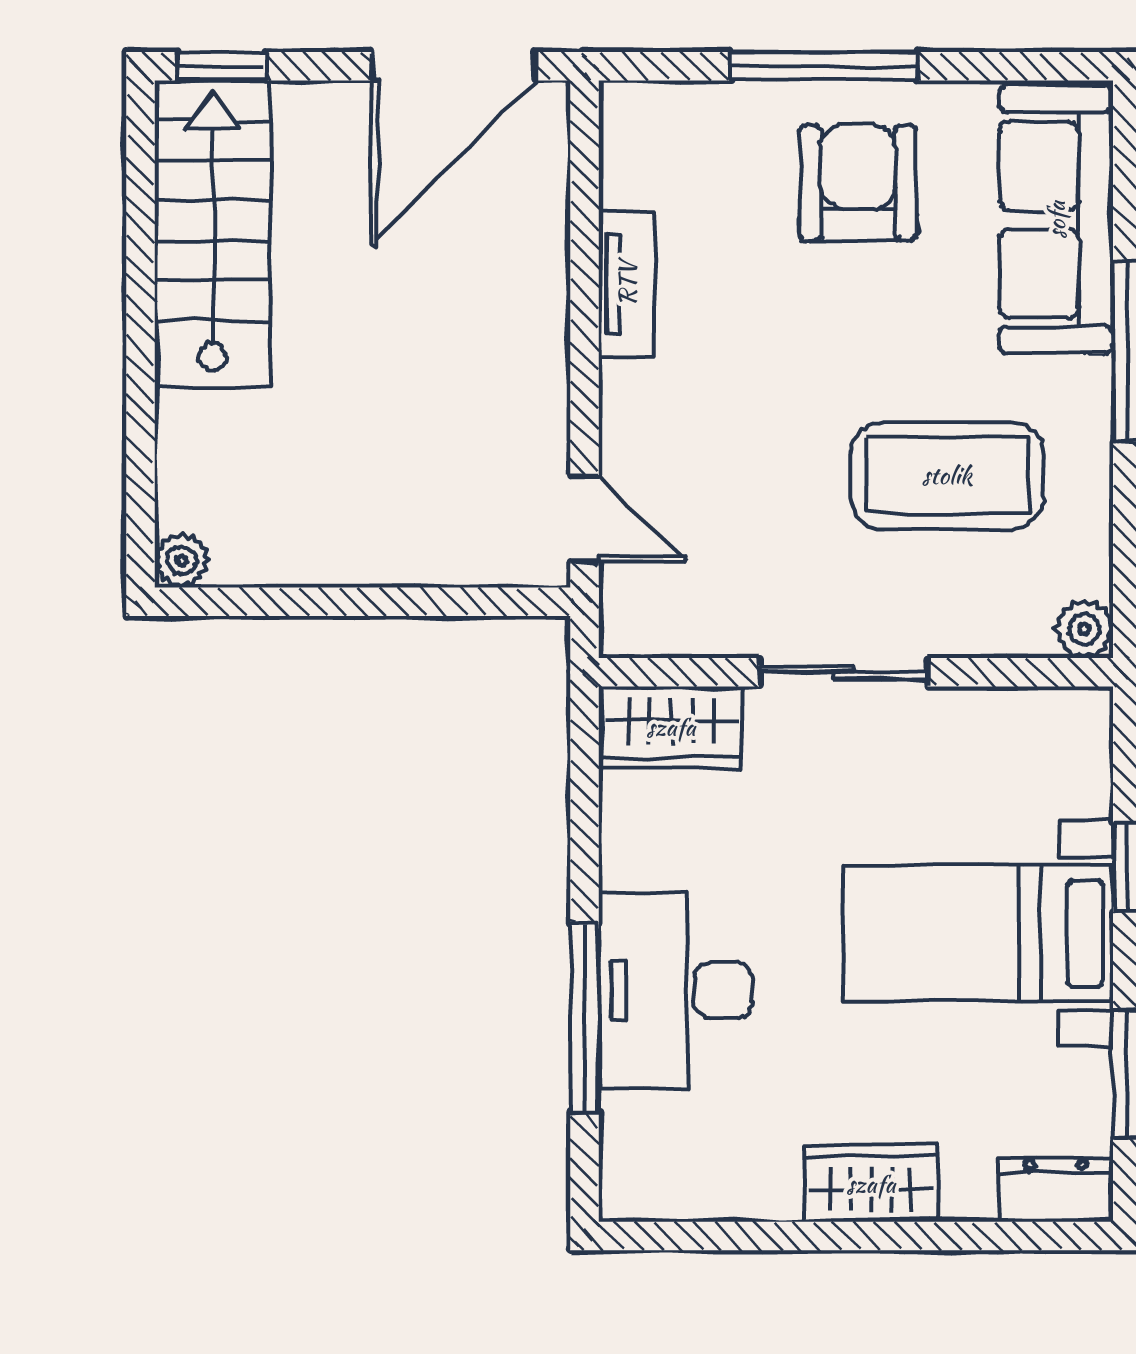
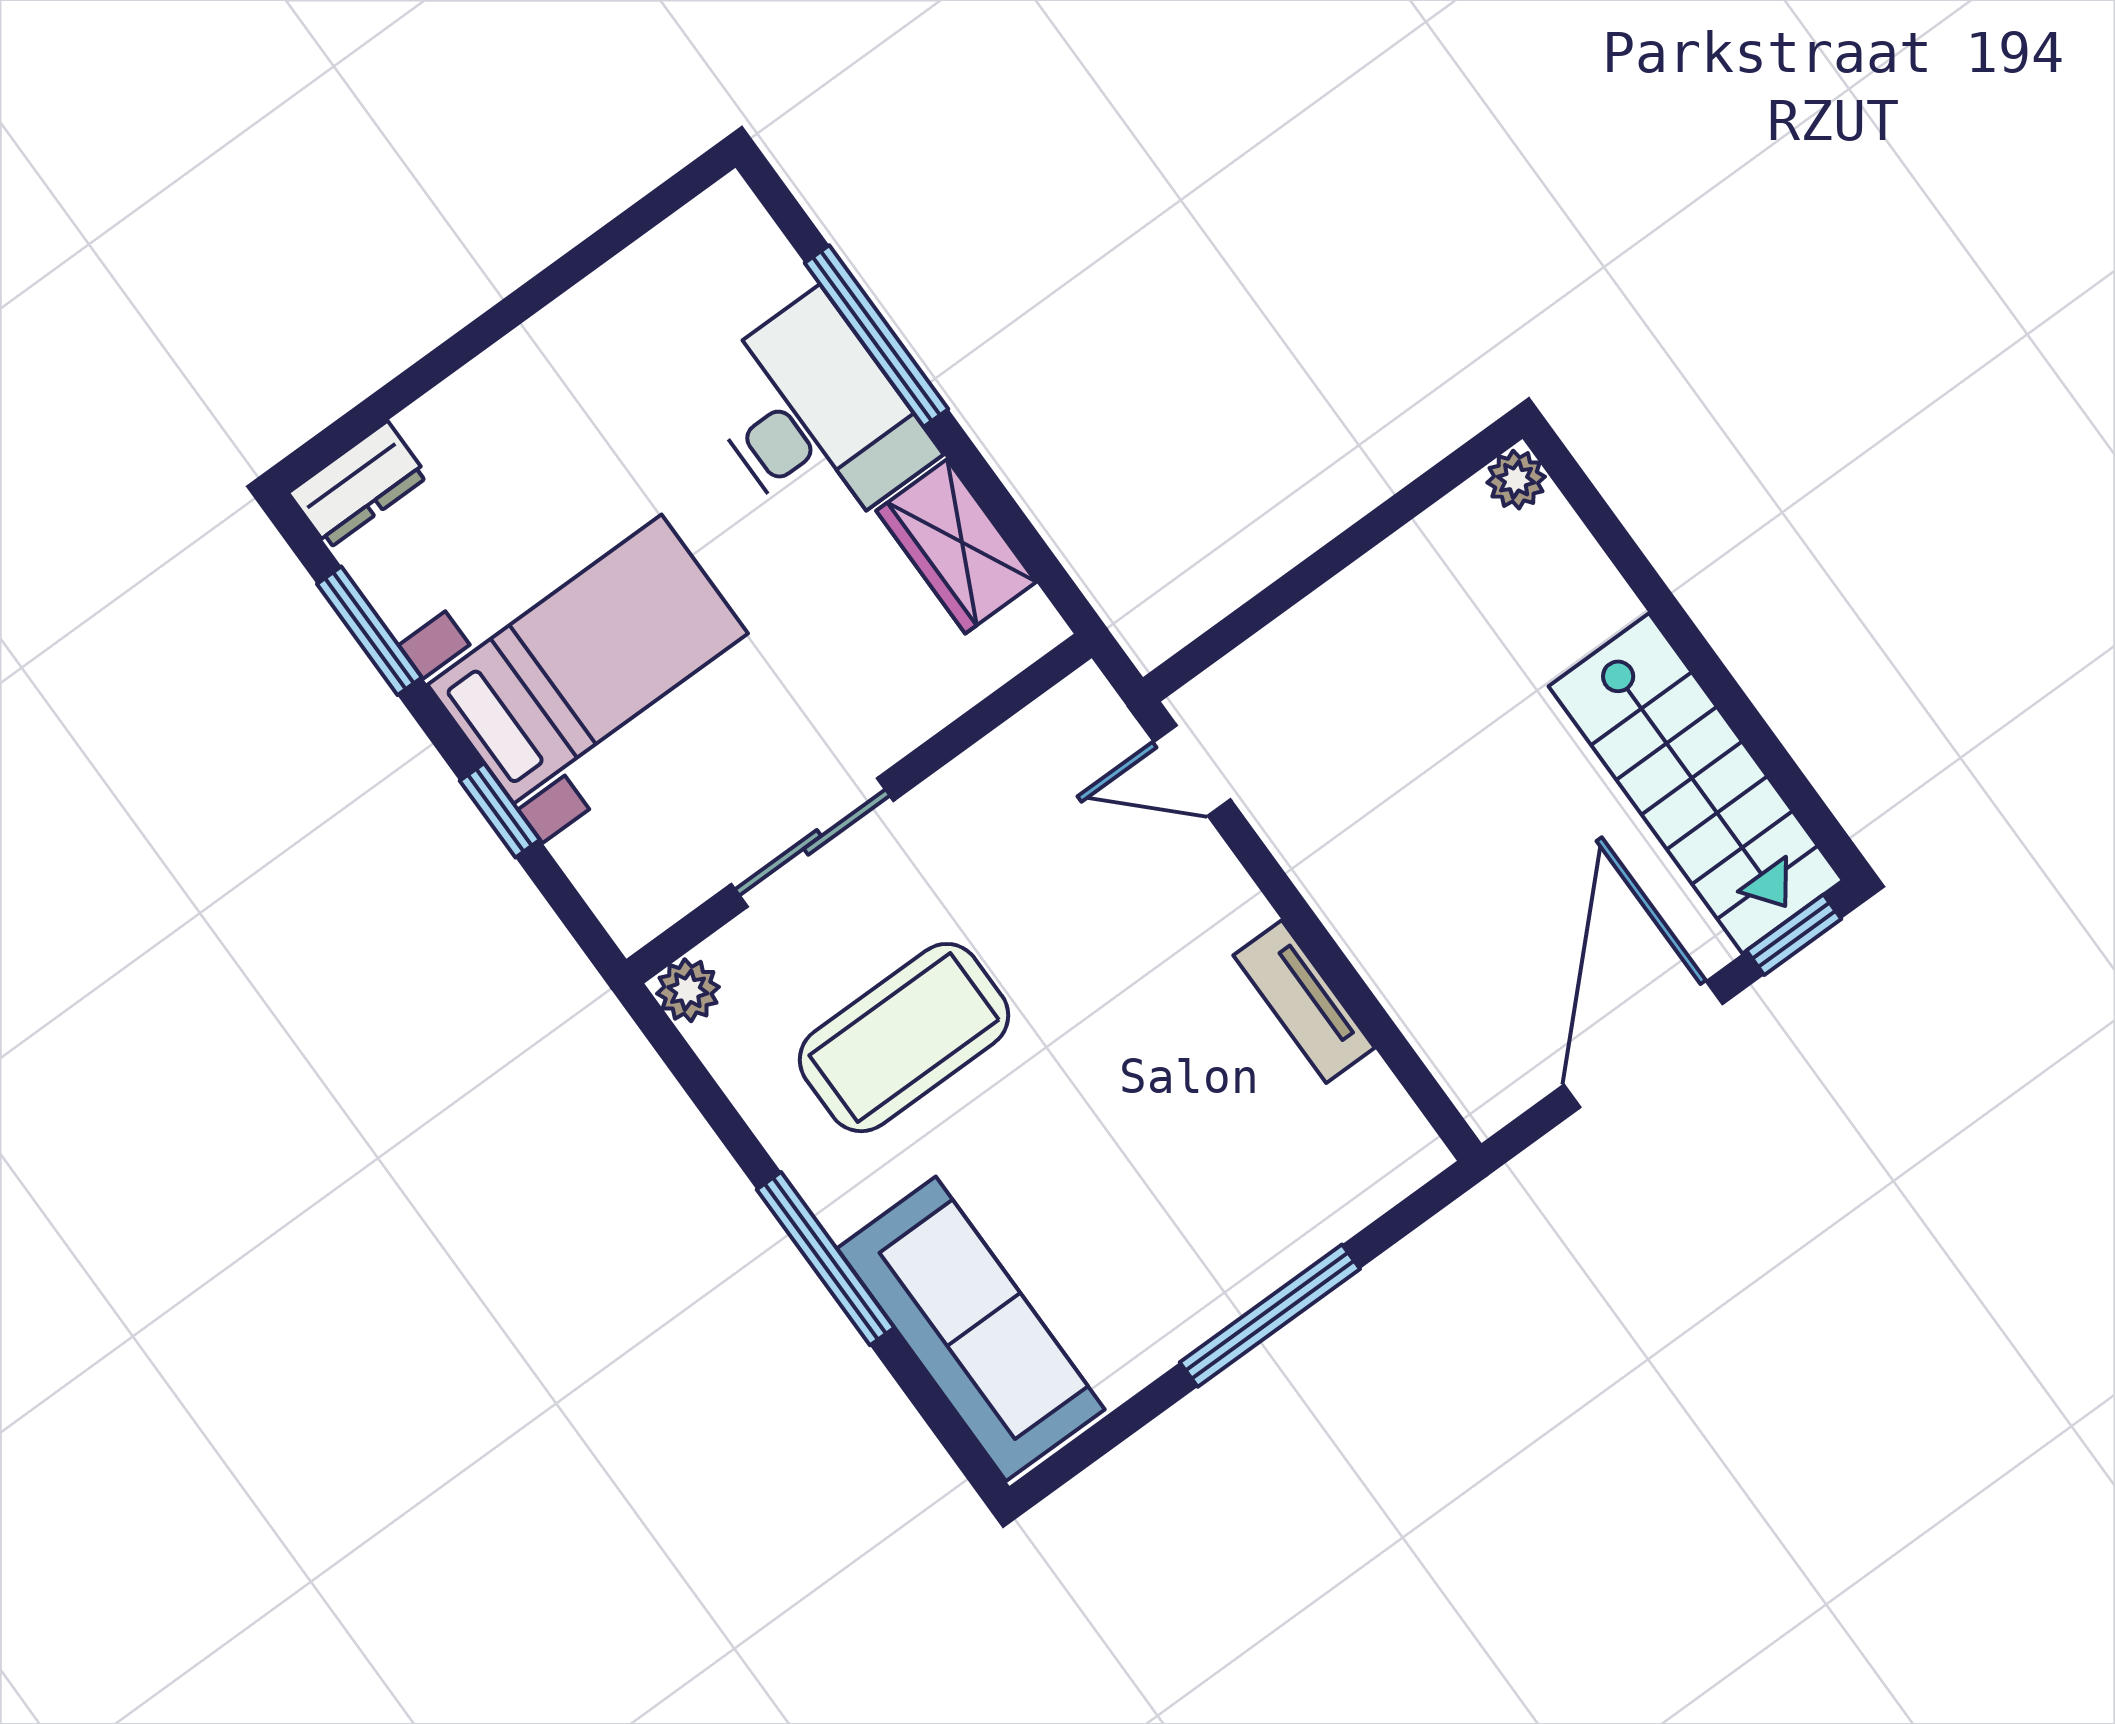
door: (453, 66) -> (1643, 1044), moved
armchair: (858, 183) -> (1166, 1235), removed
sliding door: (843, 672) -> (812, 842), moved
wardrobe: (671, 727) -> (956, 546), moved, turned -90
wardrobe: (871, 1184) -> (523, 373), removed

